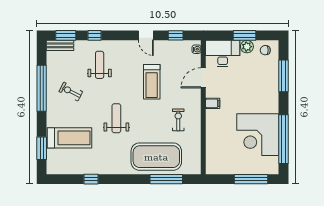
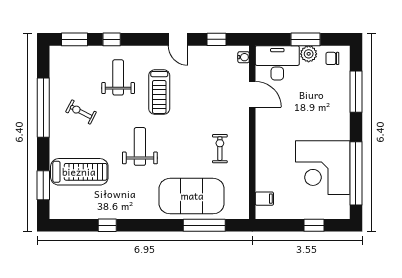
bench: (60, 45) -> (67, 52), removed
door: (203, 78) -> (252, 94), swing flipped
treadmill: (152, 82) -> (159, 92), moved
filing cabinet: (213, 103) -> (264, 199), moved
window: (251, 179) -> (314, 225), width x0.46

